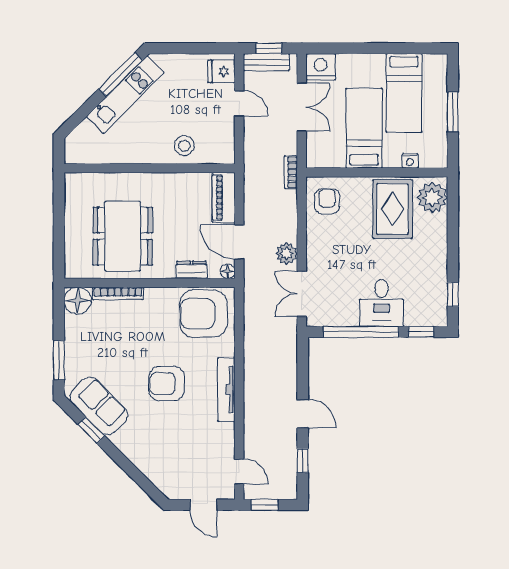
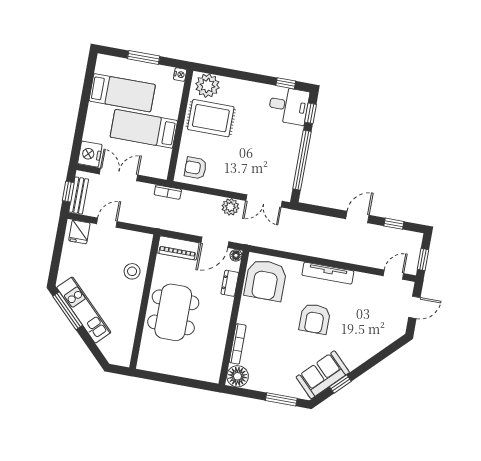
nightstand: (410, 161) -> (180, 75), moved
dining table: (123, 236) -> (173, 312), moved, turned 90
desk: (381, 303) -> (289, 106), moved

